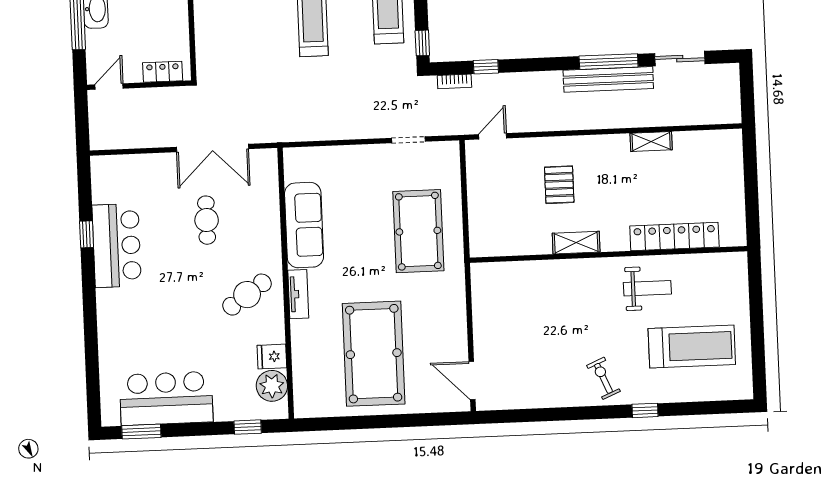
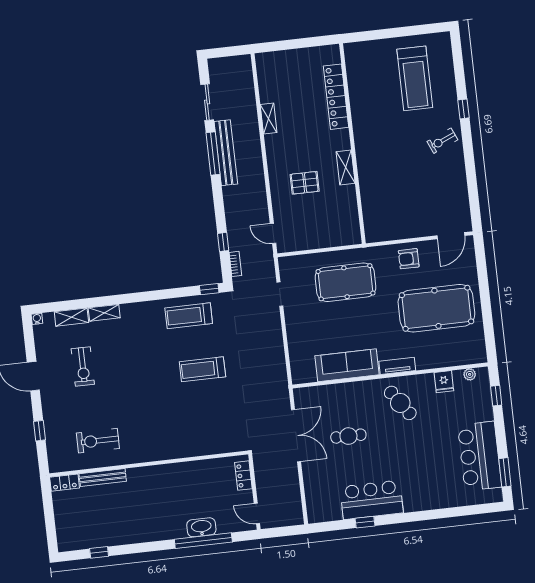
weight bench: (647, 288) -> (375, 114), removed
armchair: (445, 320) -> (409, 259), added
treadmill: (692, 346) -> (415, 78), turned 180
plant: (272, 386) -> (470, 374), width x0.53, depth x0.53

